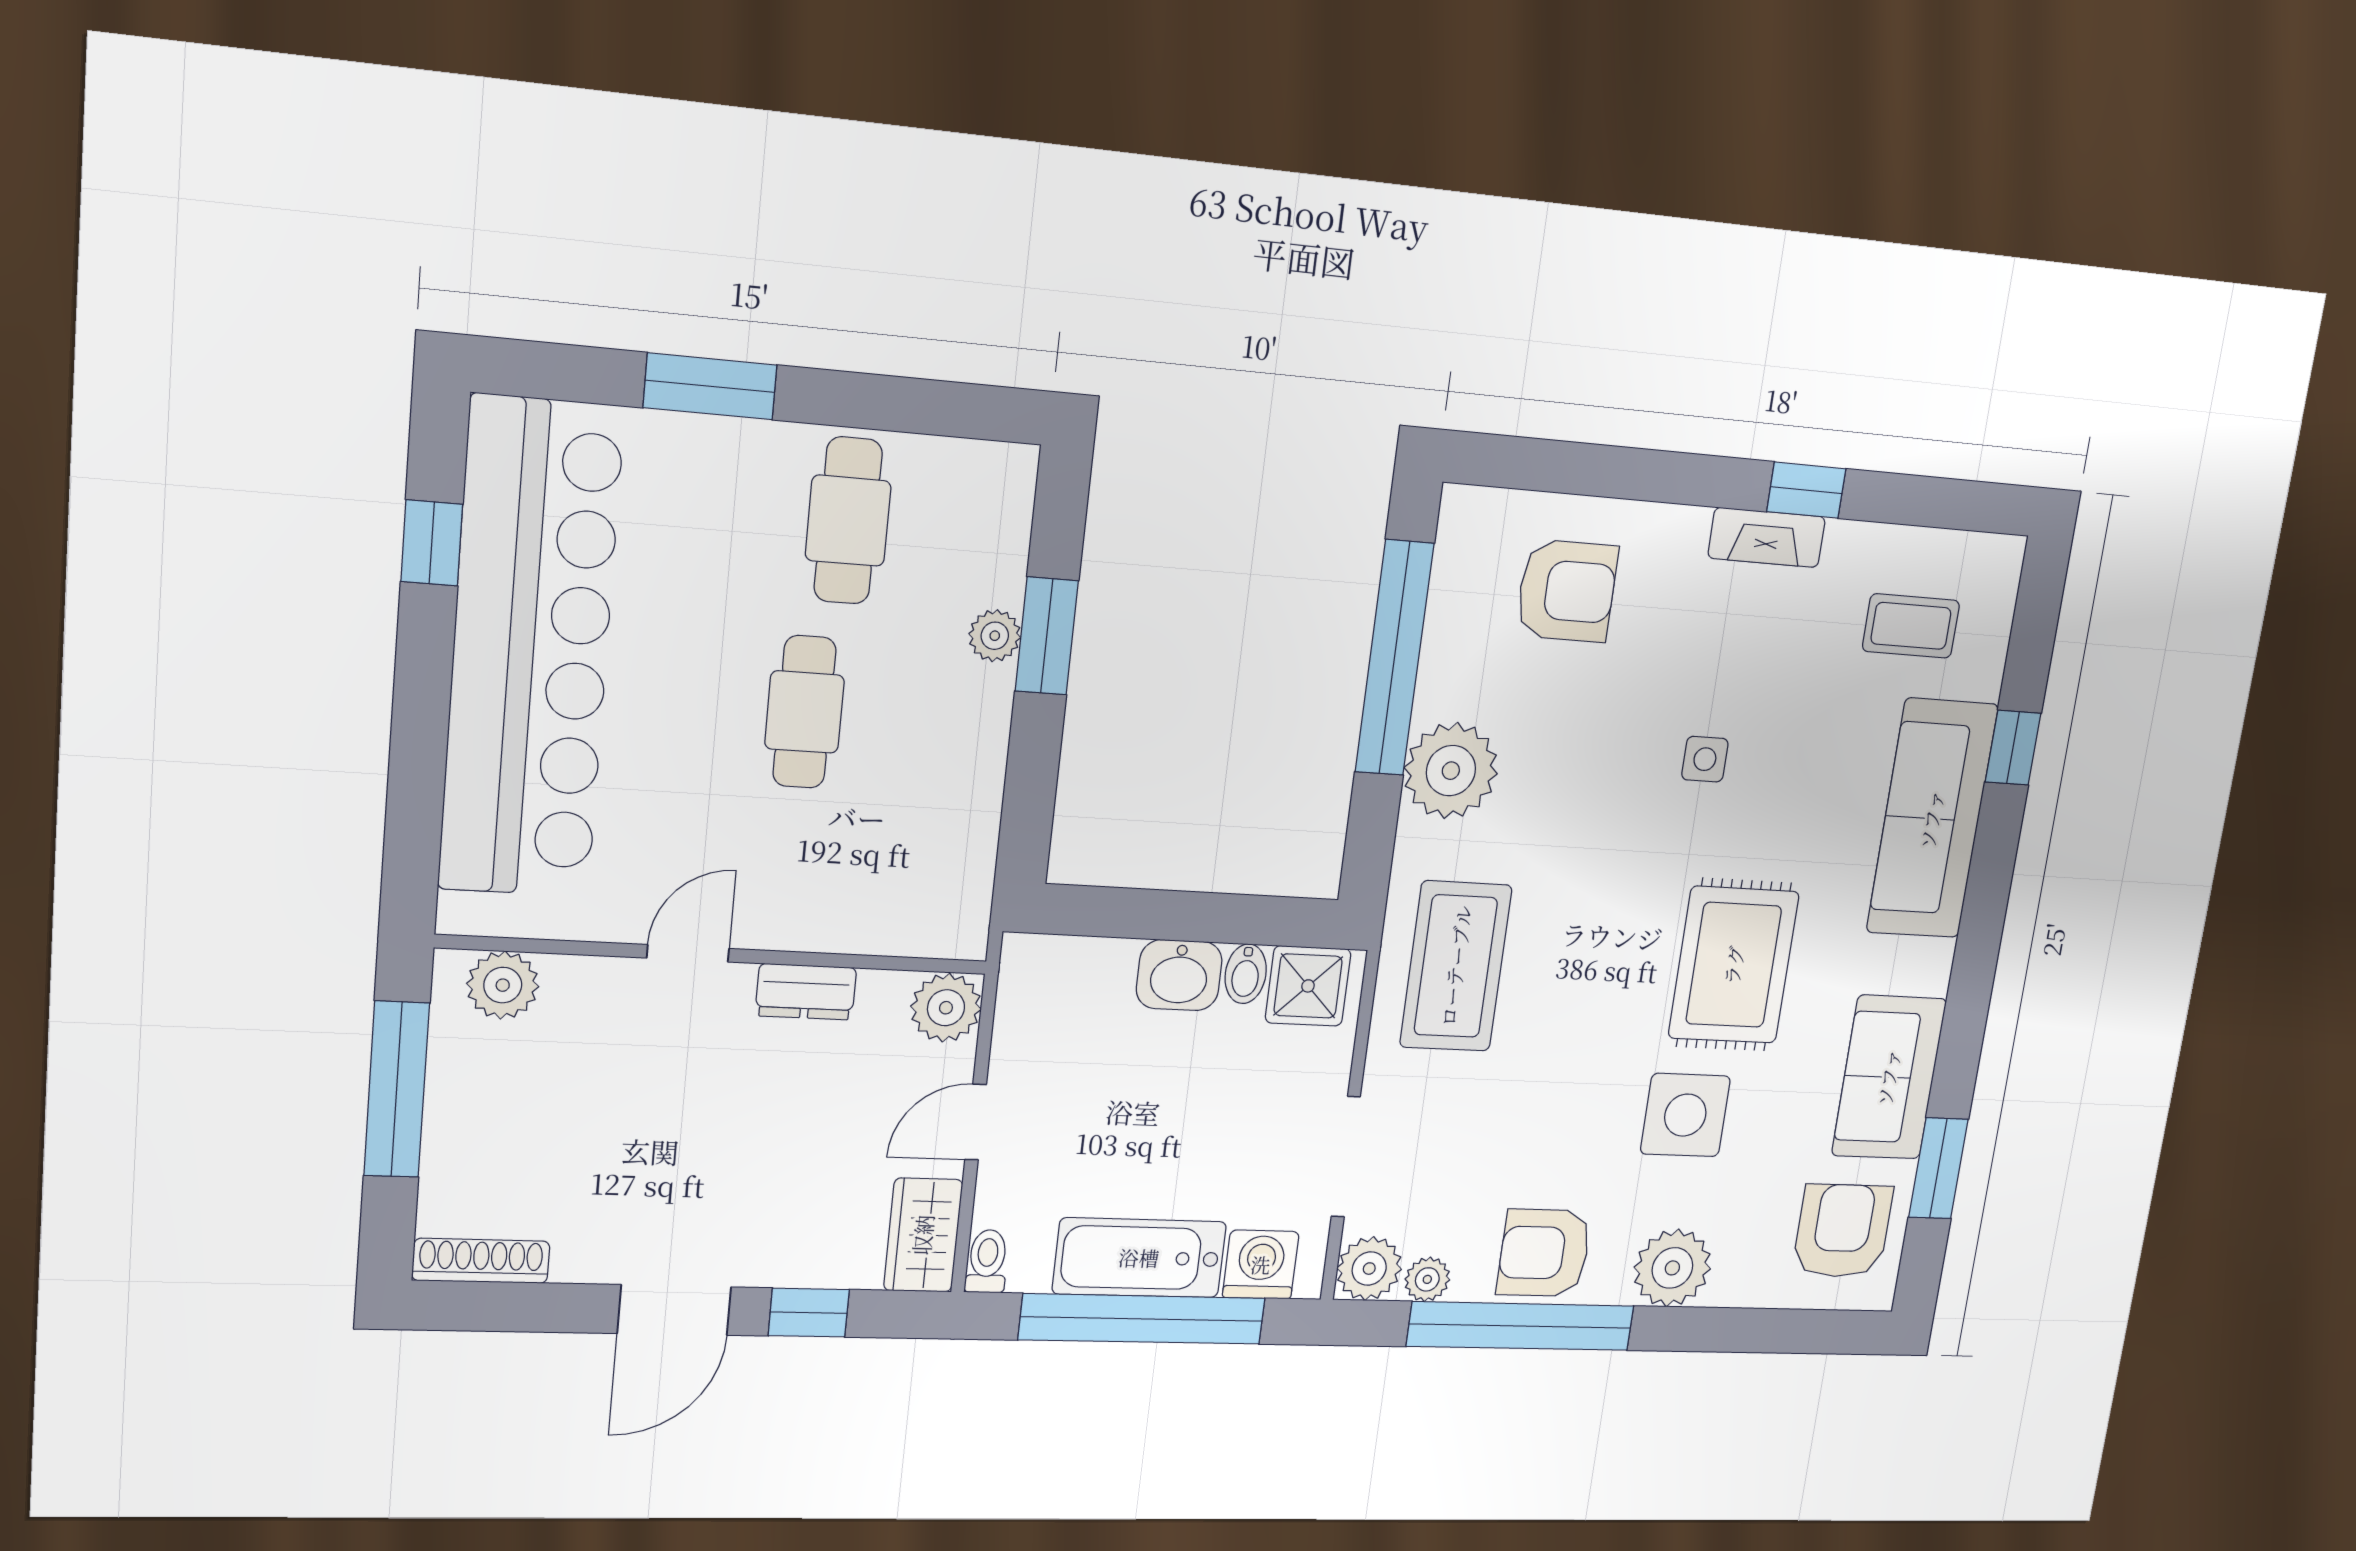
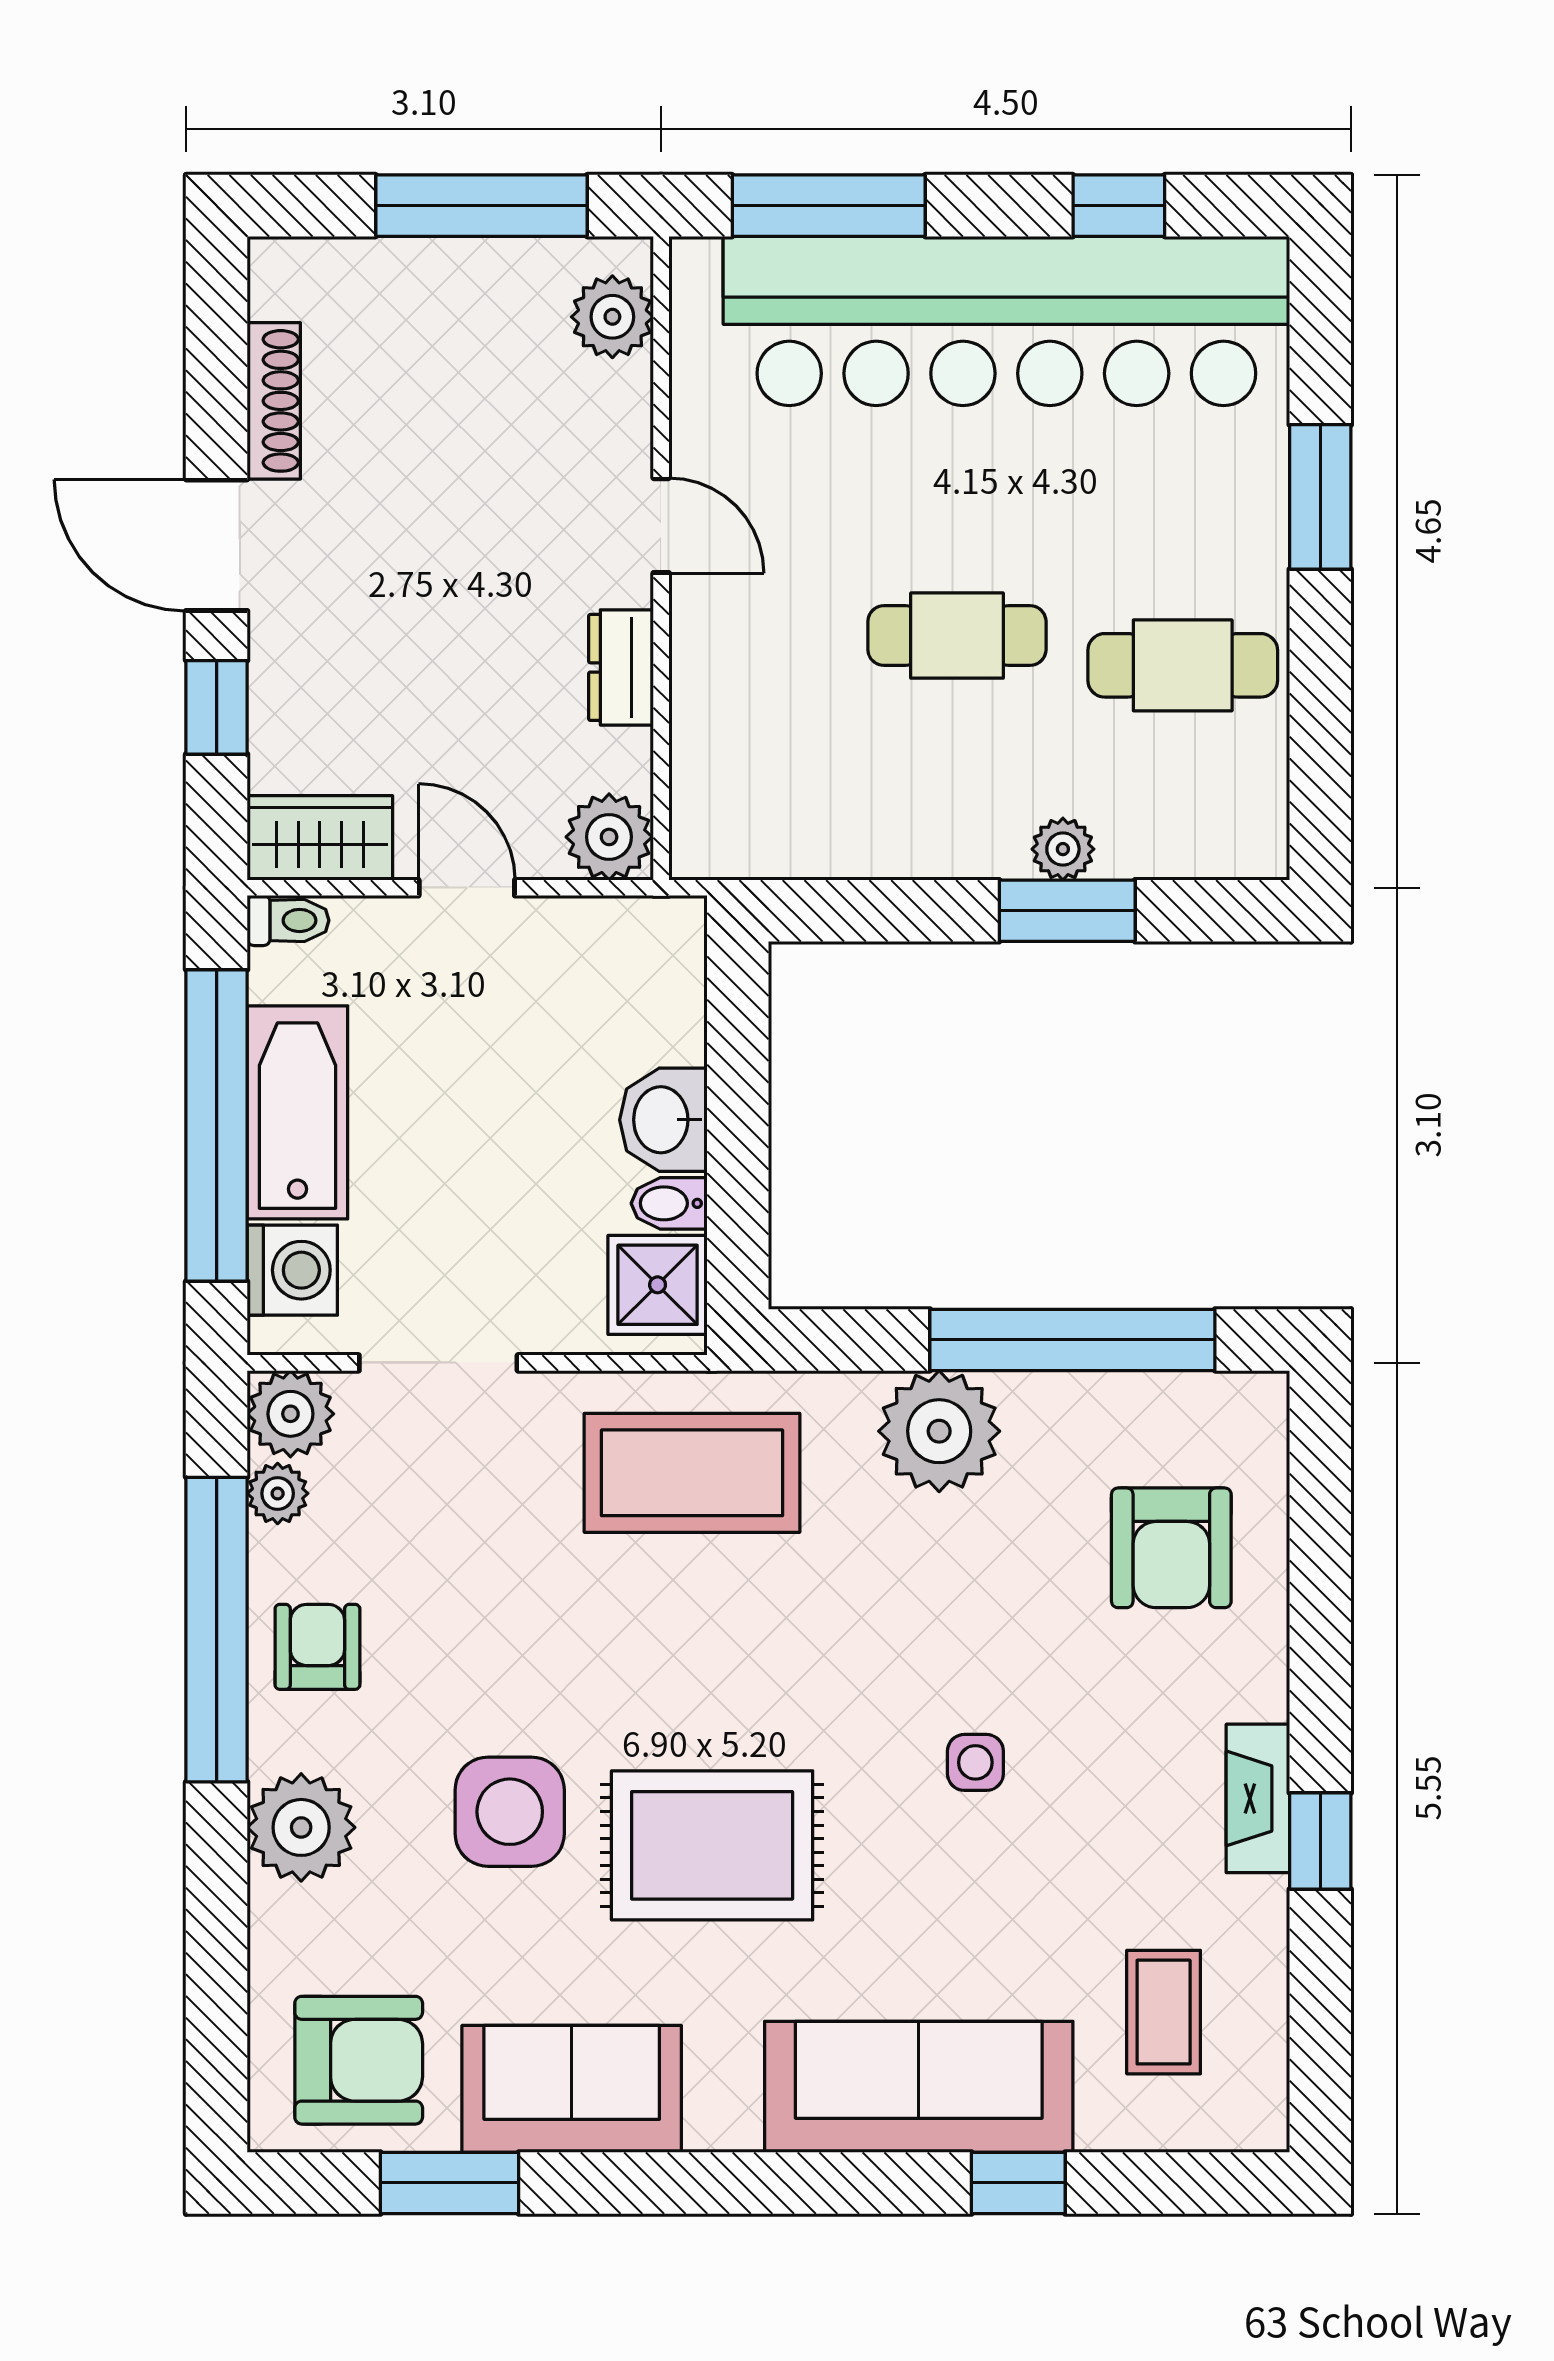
window: (415, 797) -> (829, 206), added
armchair: (1544, 1253) -> (317, 1647), width x0.72, depth x0.72
shoe rack: (481, 1261) -> (274, 401), moved

